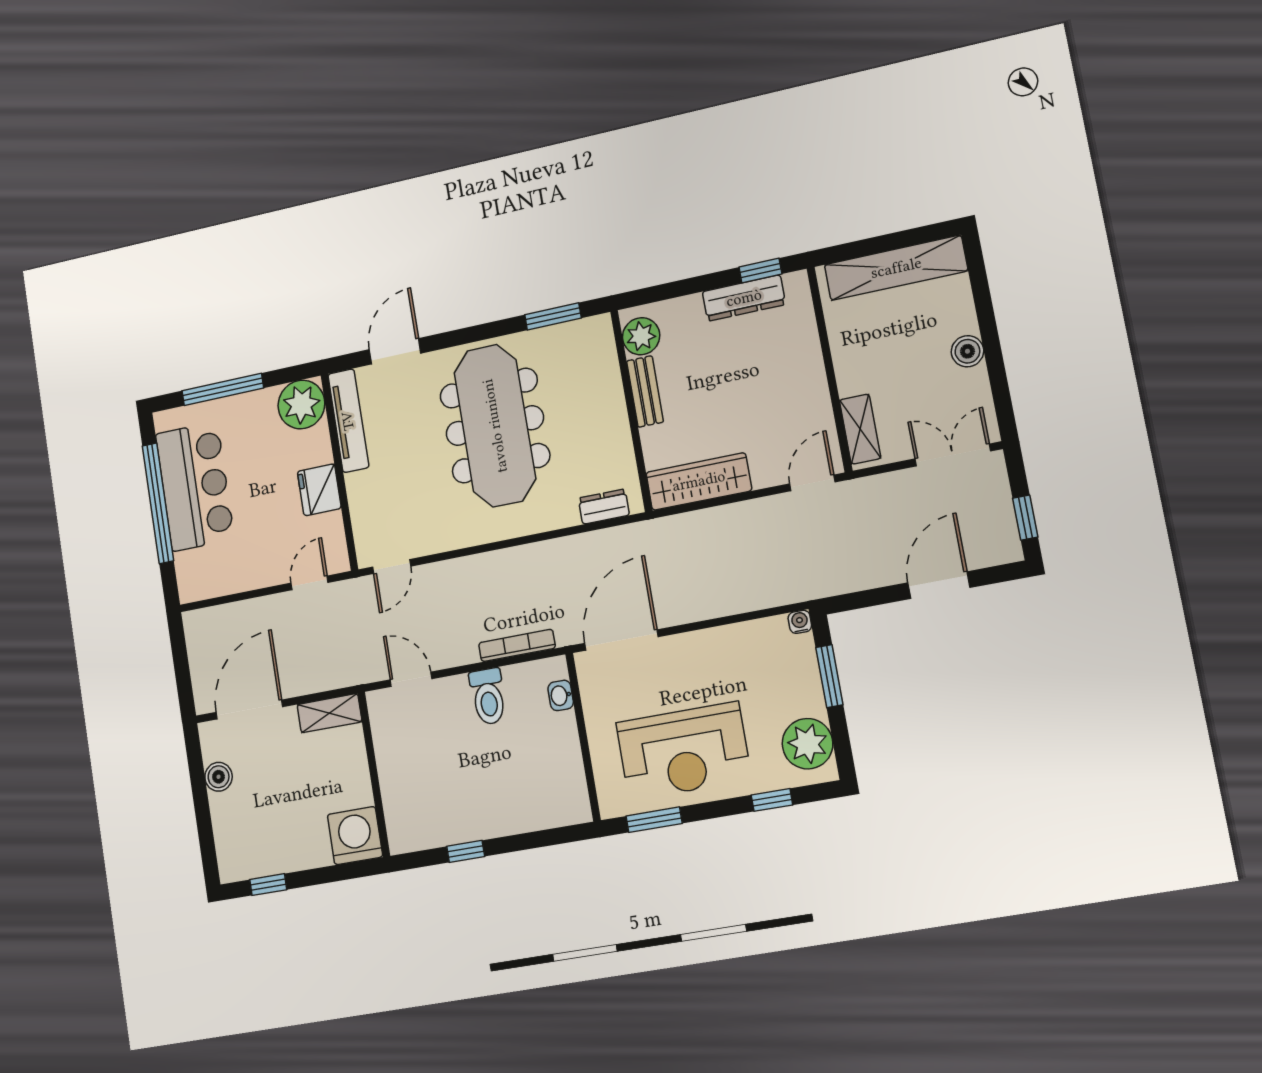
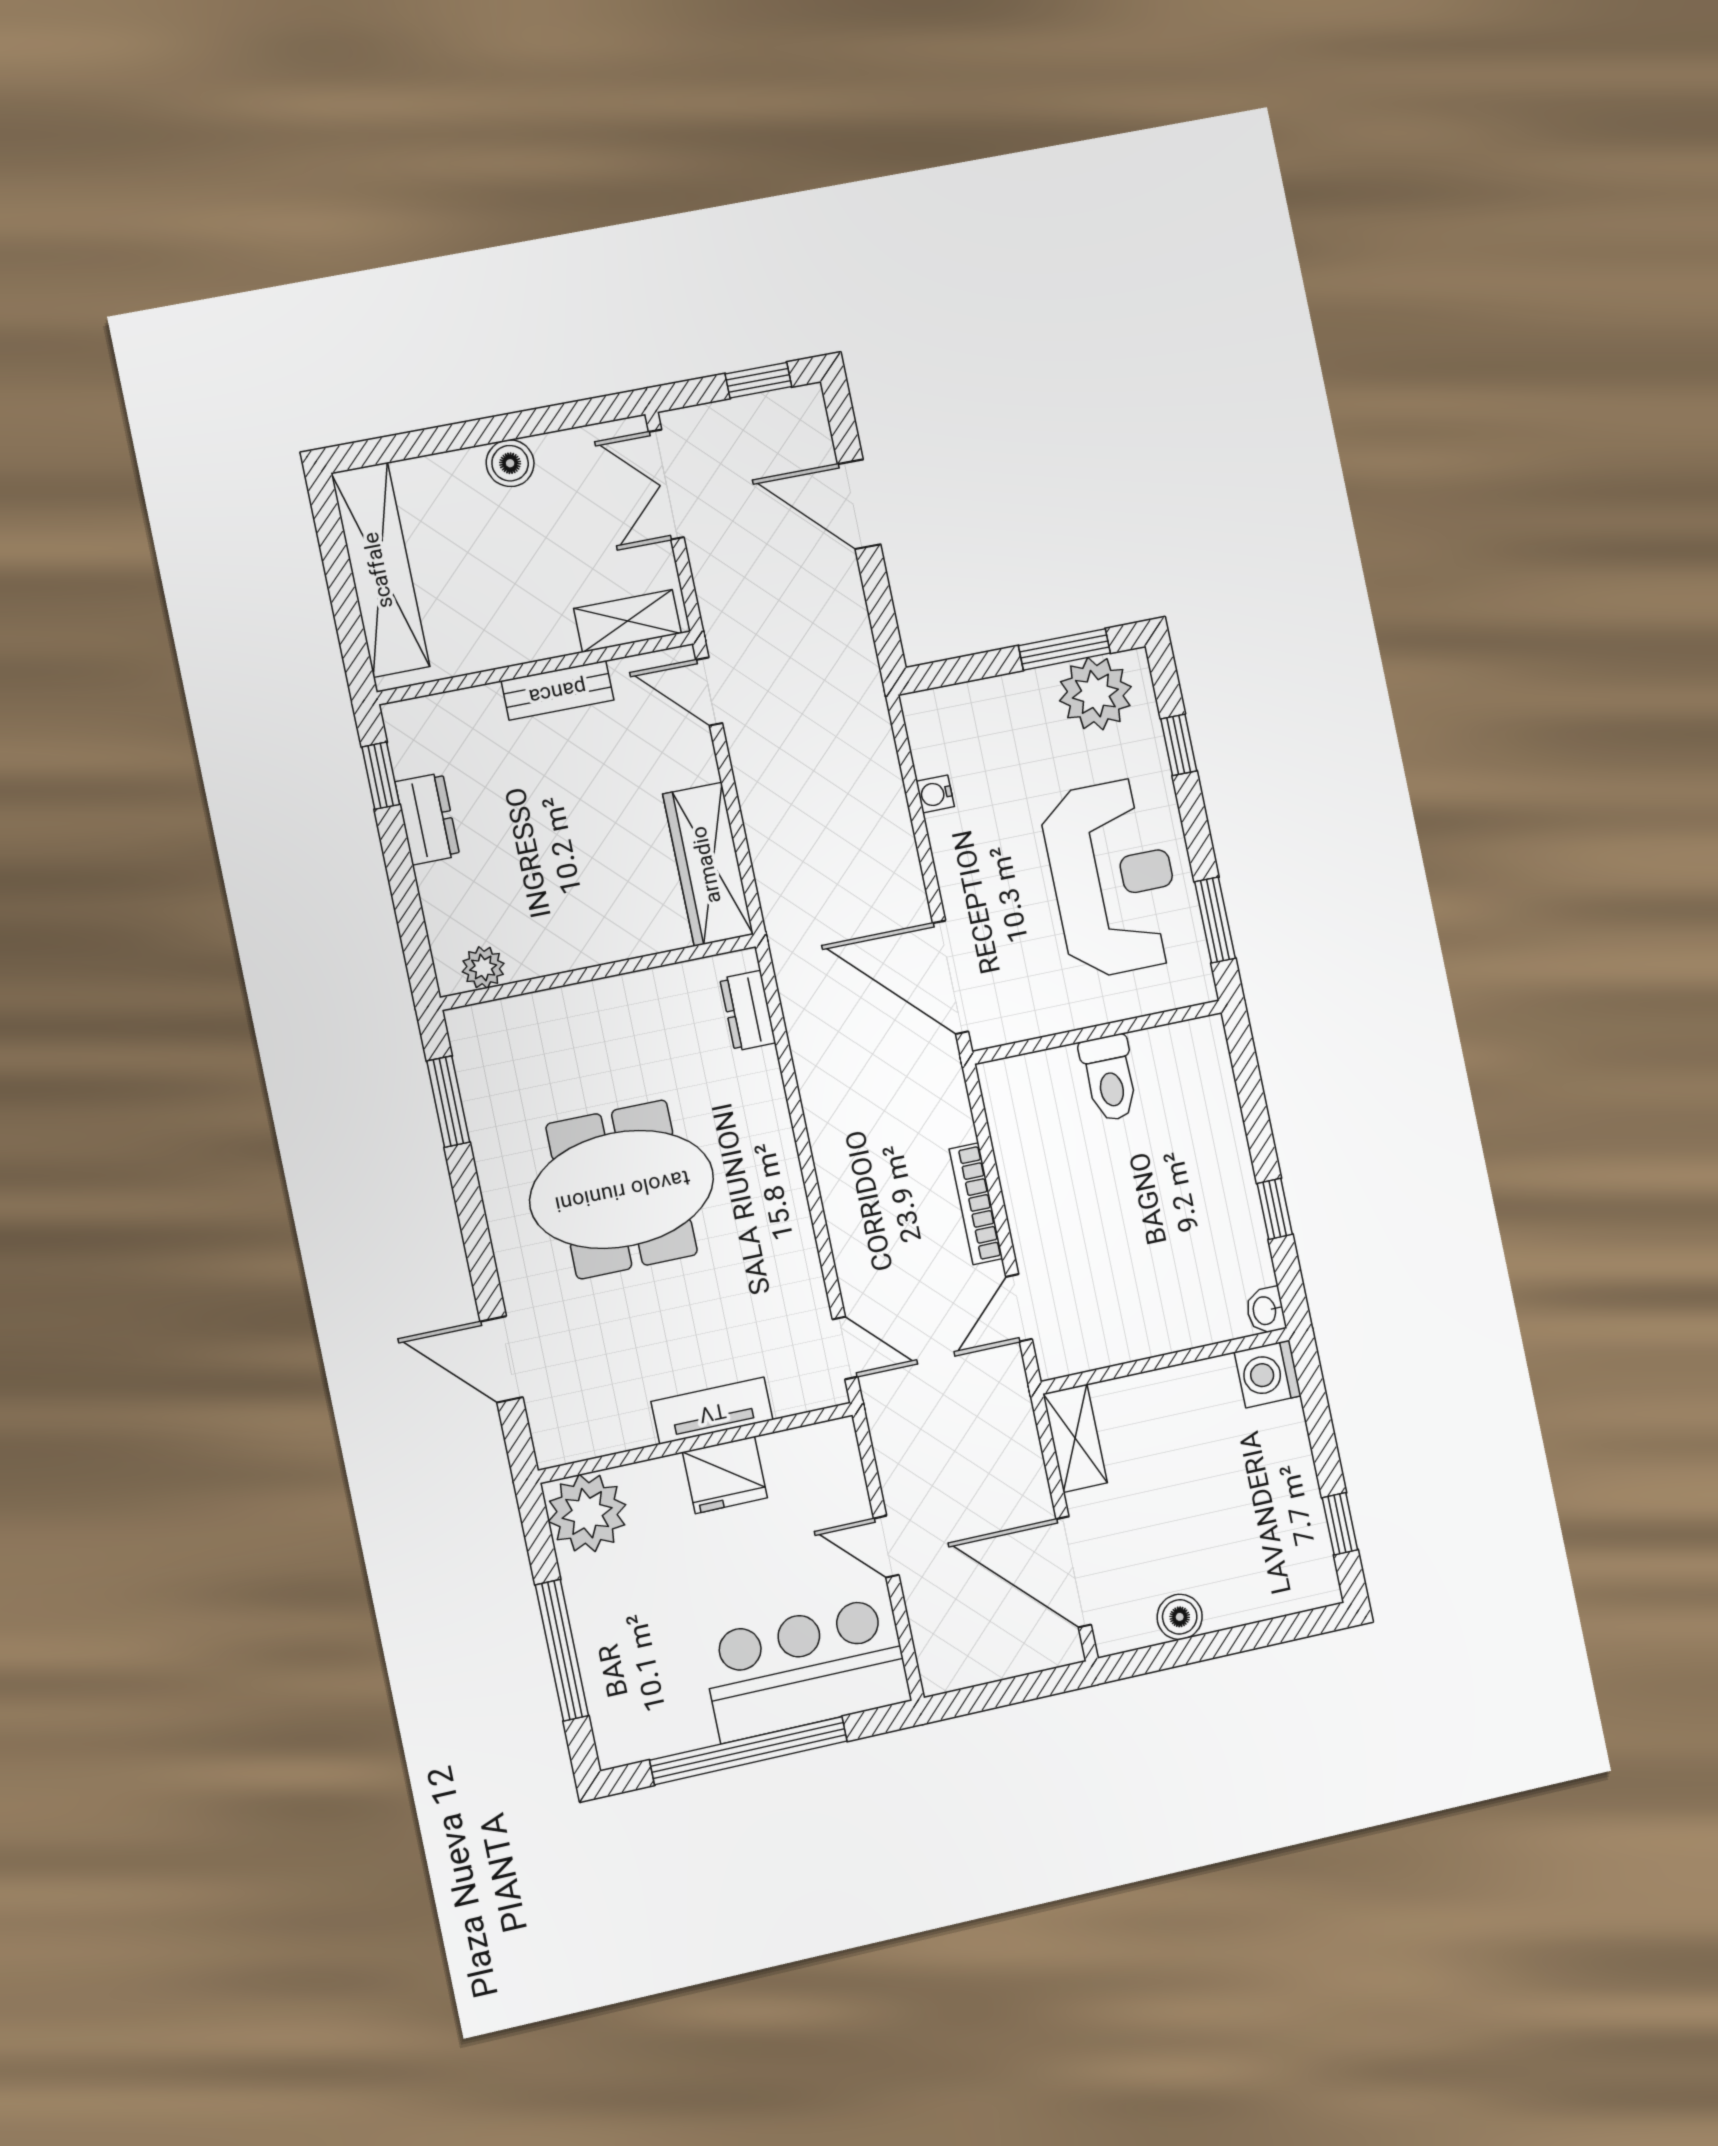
dresser: (744, 298) -> (427, 819), width x0.70
plant: (641, 336) -> (483, 968), width x0.73, depth x0.73
bench: (645, 391) -> (557, 690), moved
tv unit: (348, 421) -> (712, 1411), moved, width x0.71
meeting table: (495, 426) -> (622, 1189), width x0.73
bar counter: (195, 486) -> (806, 1669), moved
door: (310, 583) -> (886, 1547), moved
water cooler: (800, 622) -> (935, 794), moved
bookcase: (517, 645) -> (976, 1204), moved
window: (829, 676) -> (1064, 649), moved
washbasin: (561, 695) -> (1265, 1310), moved, turned 90
toilet: (488, 696) -> (1110, 1078), moved, turned 90
washing machine: (355, 836) -> (1268, 1374), width x0.73, depth x0.73

